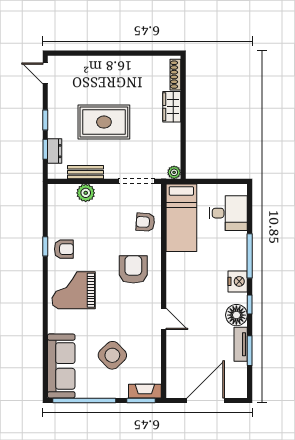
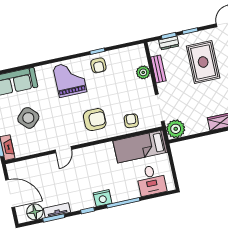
rug: (104, 122) -> (203, 62), moved
plant: (174, 172) -> (176, 129), width x1.87, depth x1.87
floor lamp: (236, 315) -> (35, 212), moved

